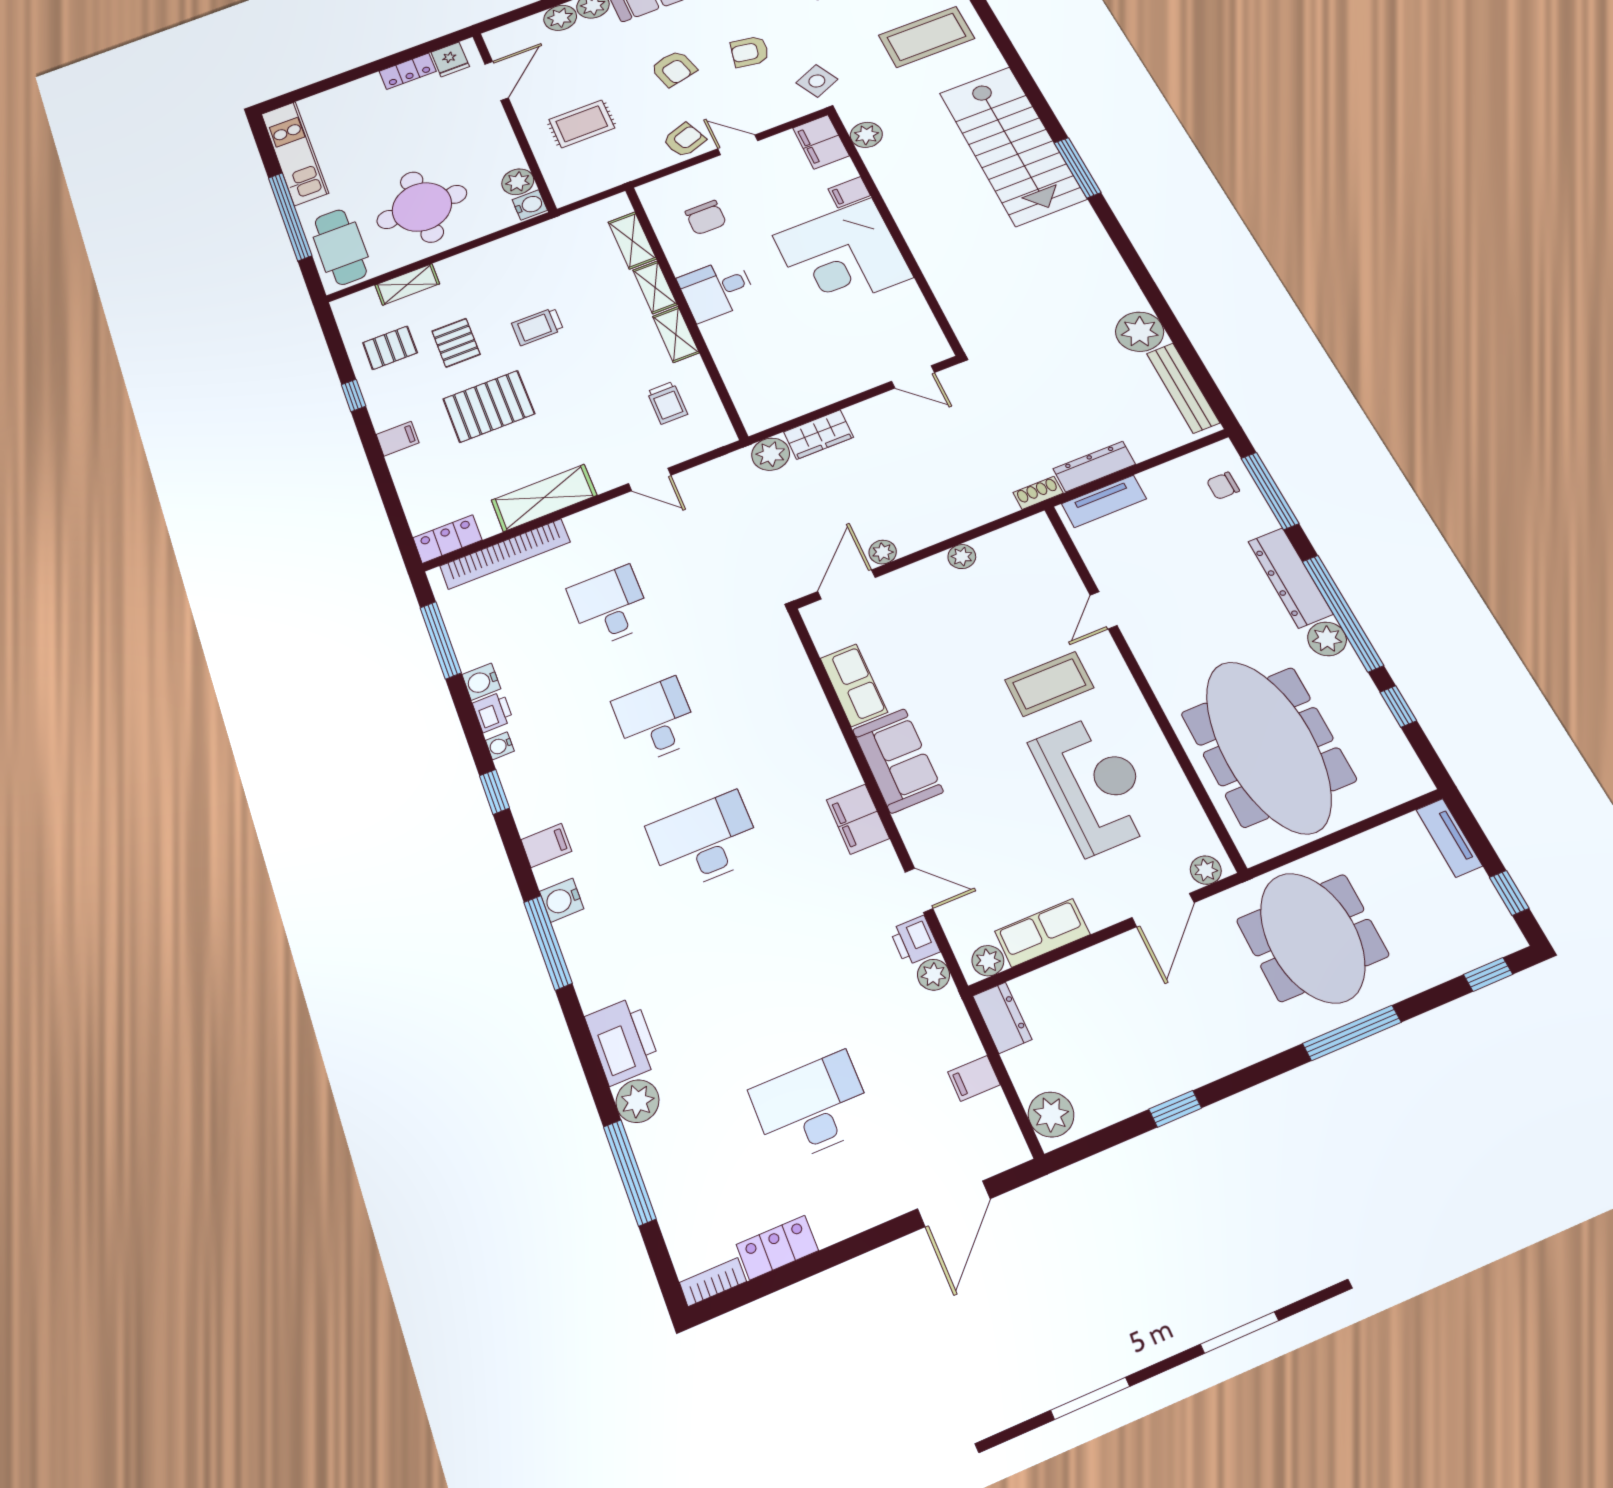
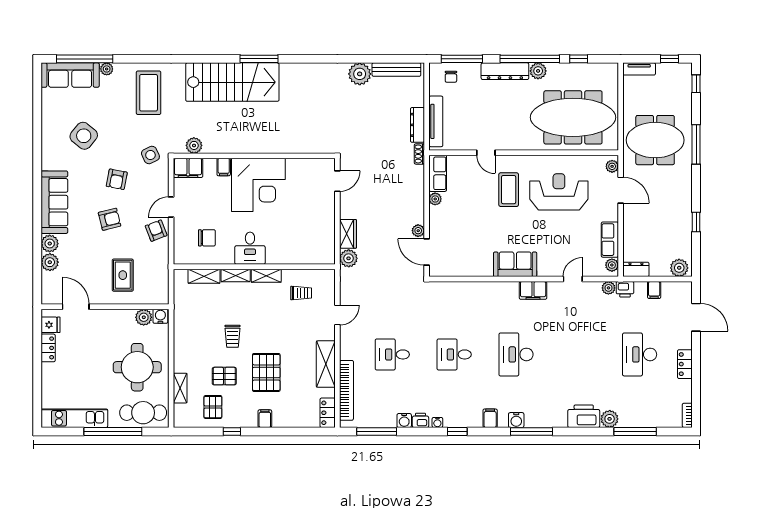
tv unit: (1104, 501) -> (436, 121), width x1.41
row of seats: (854, 685) -> (438, 173), moved, turned 90
printer: (915, 940) -> (625, 289), moved
locker: (777, 1248) -> (685, 364), moved

